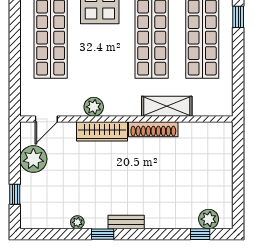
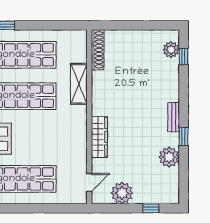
plant: (94, 107) -> (79, 144), removed
door: (46, 119) -> (89, 182), hinge flipped
shoe rack: (153, 129) -> (98, 50), moved
plant: (77, 222) -> (169, 157), width x1.88, depth x1.88

